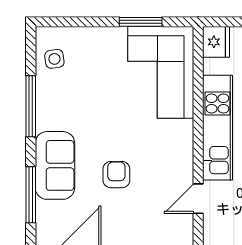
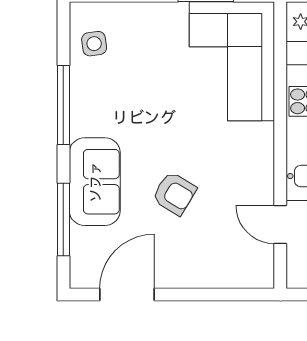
armchair: (116, 175) -> (174, 194), turned 121
door: (198, 199) -> (280, 225), hinge flipped

